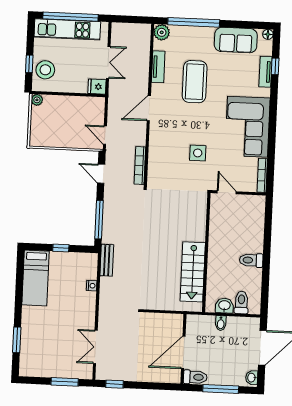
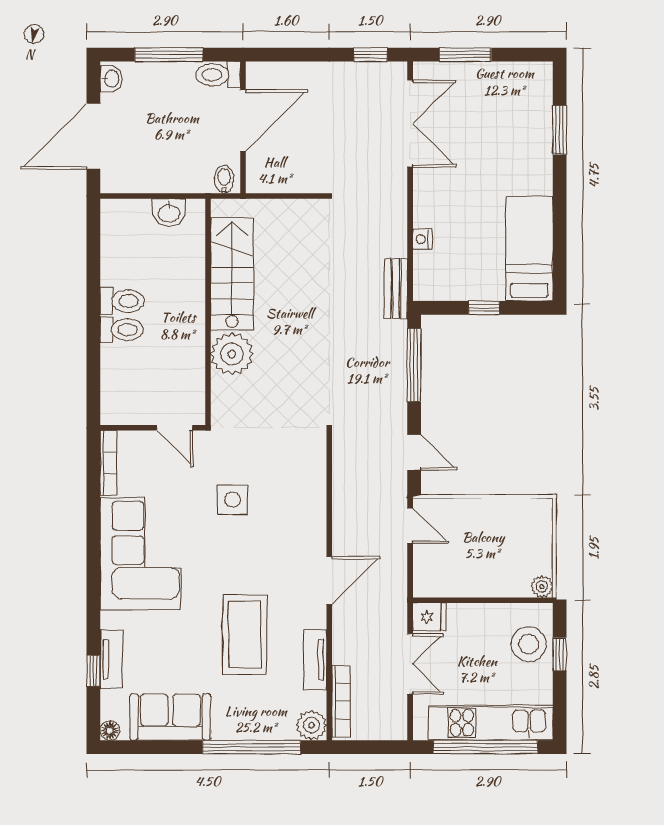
double door: (108, 62) -> (410, 664), swing flipped
bookcase: (140, 165) -> (341, 701), moved
plant: (195, 230) -> (232, 354), added
toilet: (241, 302) -> (122, 330), moved, turned -90
bidet: (221, 323) -> (224, 179), moved
double door: (95, 347) -> (410, 124), width x1.37

